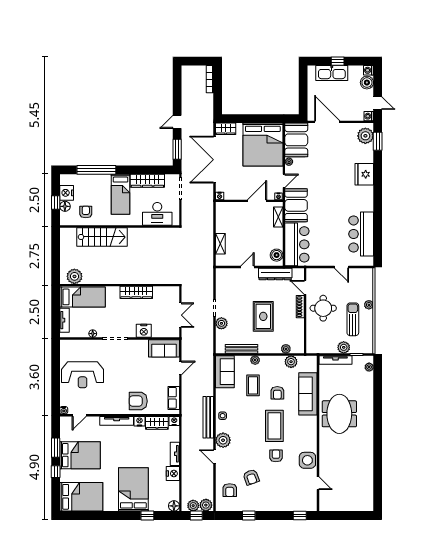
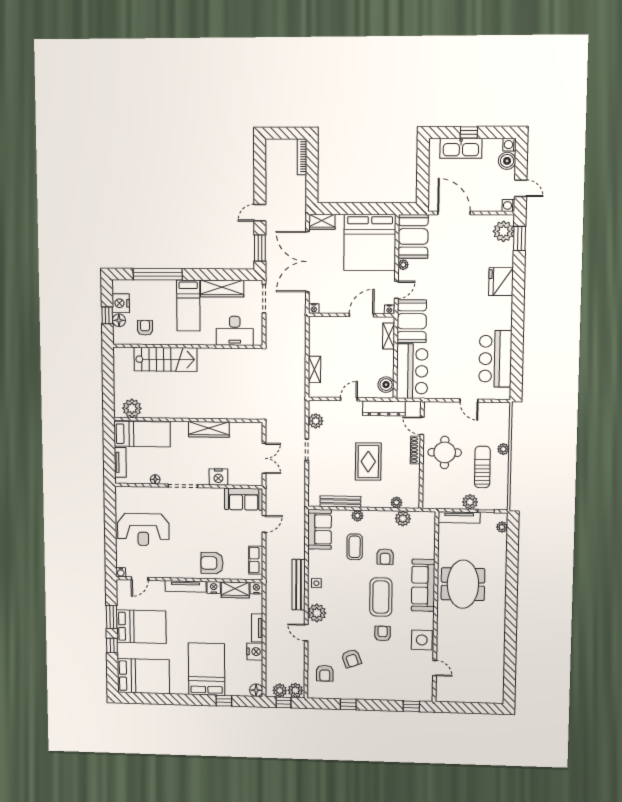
plant: (221, 323) -> (316, 421), moved
sofa: (308, 394) -> (423, 585), moved

